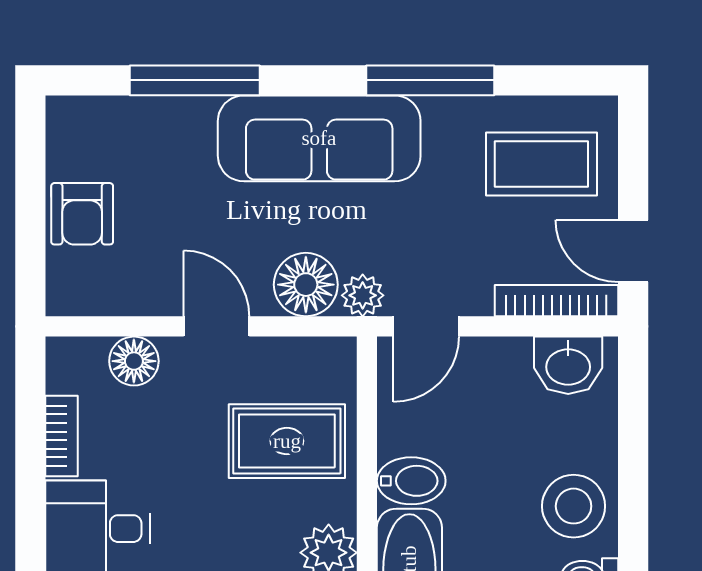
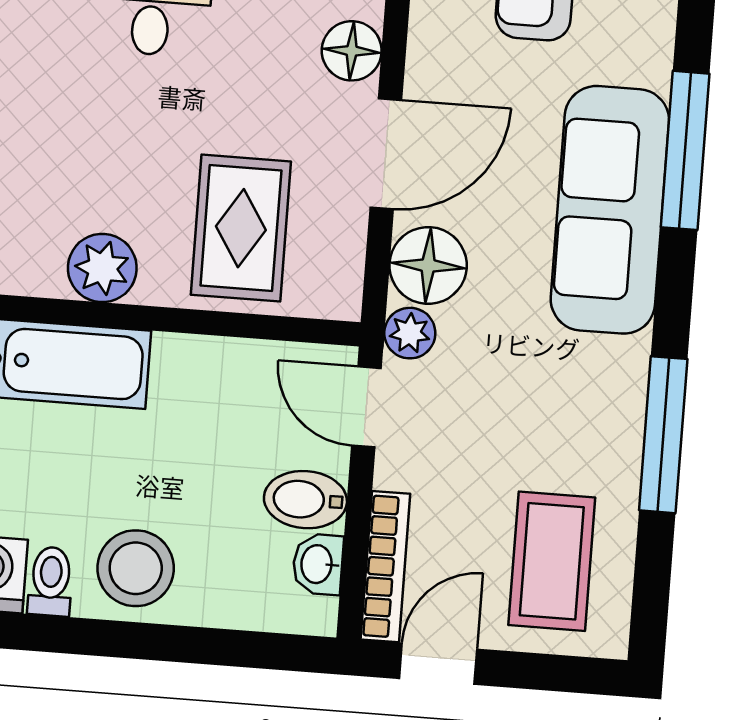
sofa: (319, 138) -> (610, 210), moved
door: (216, 326) -> (386, 154), width x1.37
washbasin: (568, 365) -> (318, 564), width x0.72, depth x0.69
bidet: (411, 481) -> (305, 500), moved, turned 90

